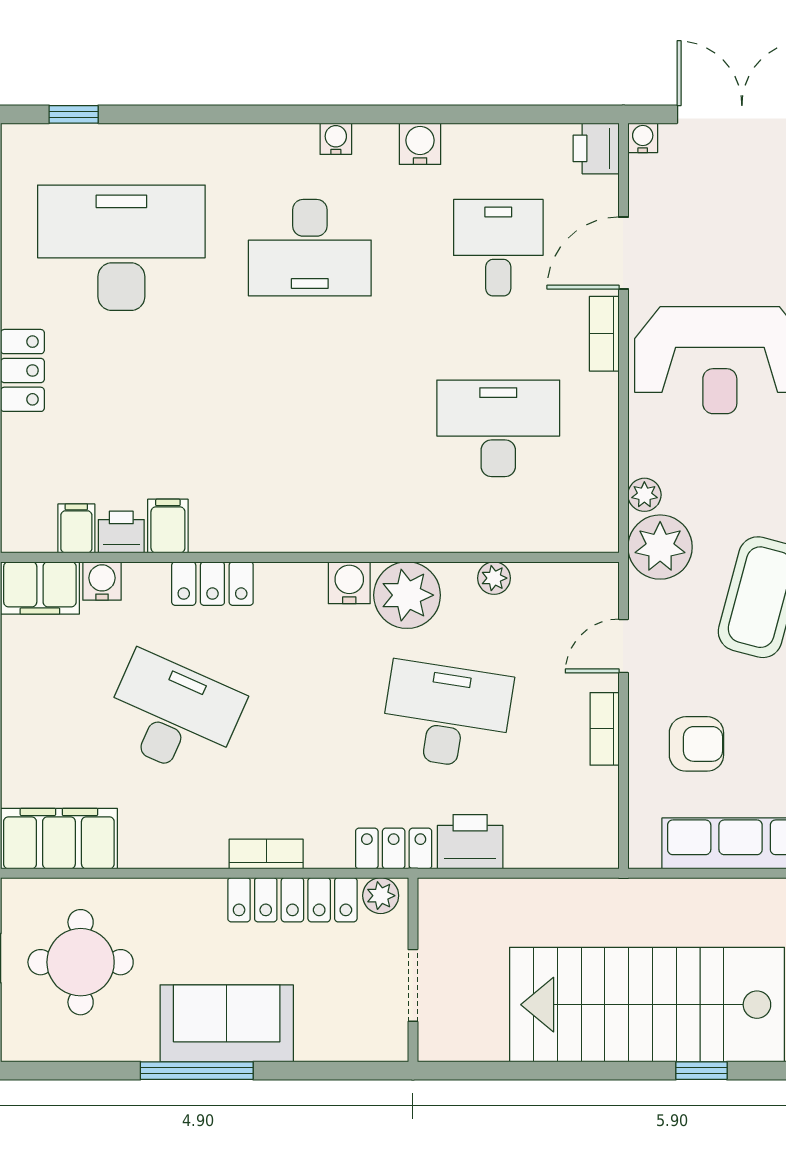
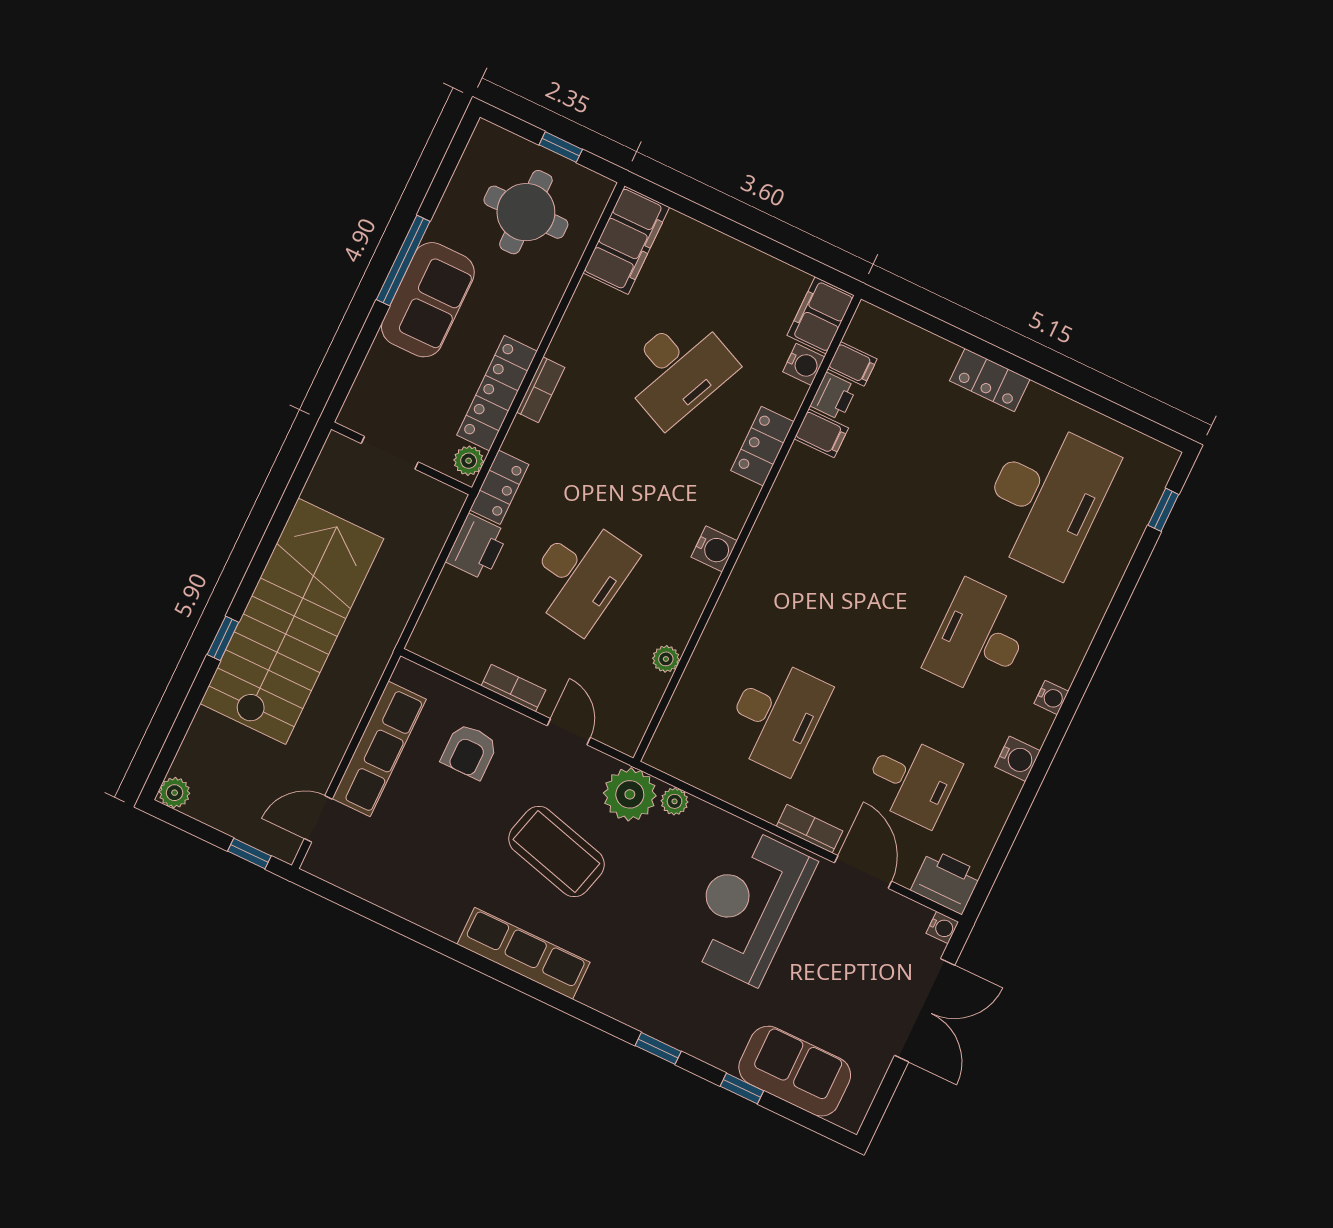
printer: (596, 148) -> (946, 881), width x1.36, depth x1.24
plant: (407, 595) -> (684, 588), removed

